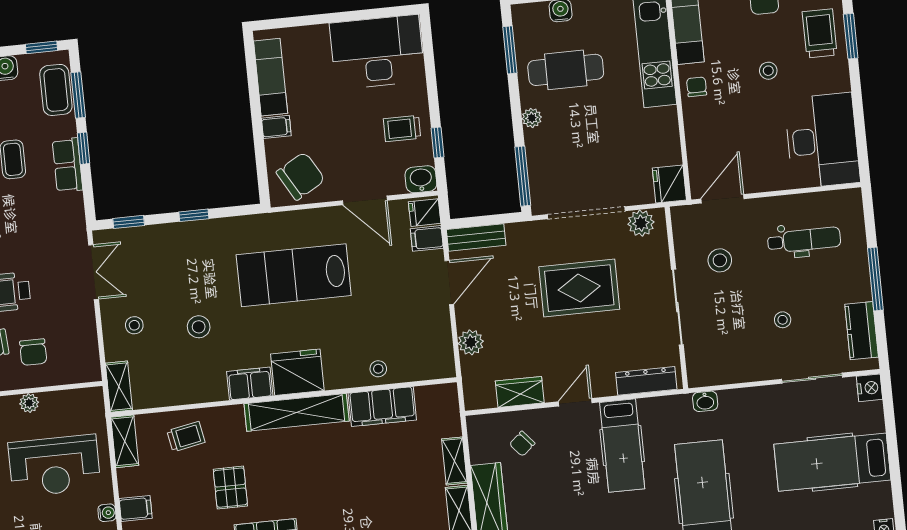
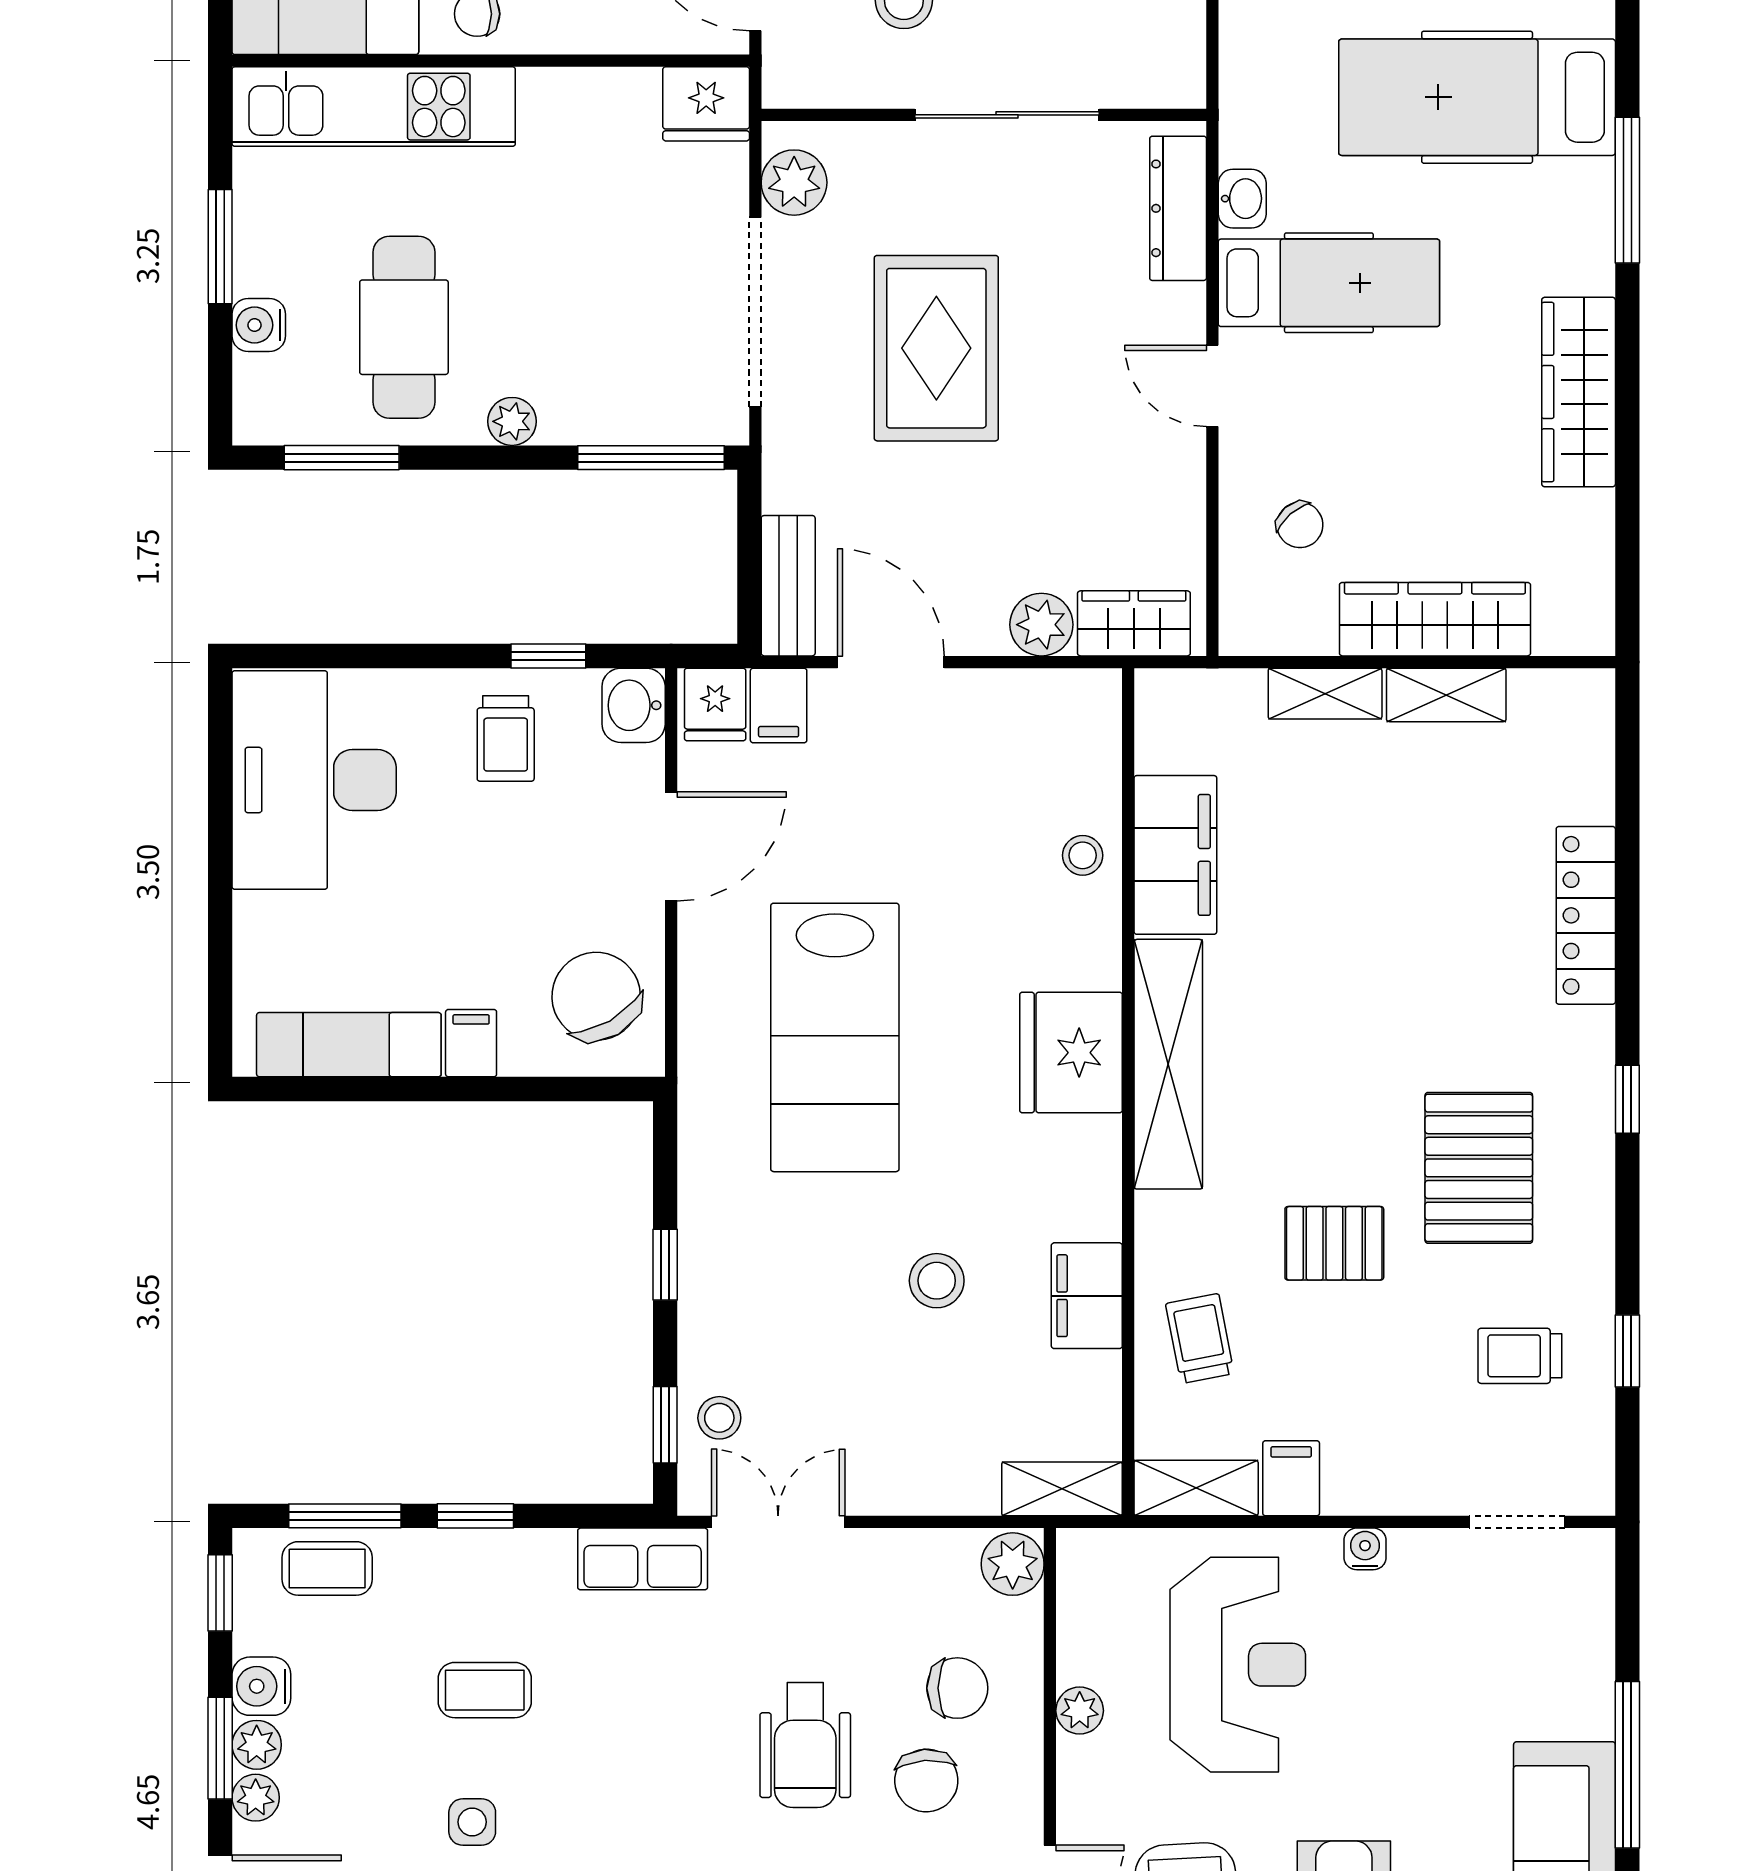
coffee table: (56, 90) -> (327, 1568), width x0.73, depth x0.77
row of seats: (67, 165) -> (643, 1559), moved
stool: (134, 325) -> (719, 1418), moved
plant: (86, 370) -> (1013, 1564), added
filing cabinet: (250, 384) -> (1087, 1296), moved
wardrobe: (520, 392) -> (1134, 623), moved, turned 90
washbasin: (705, 401) -> (1242, 199), moved
filing cabinet: (136, 508) -> (1291, 1478), moved

